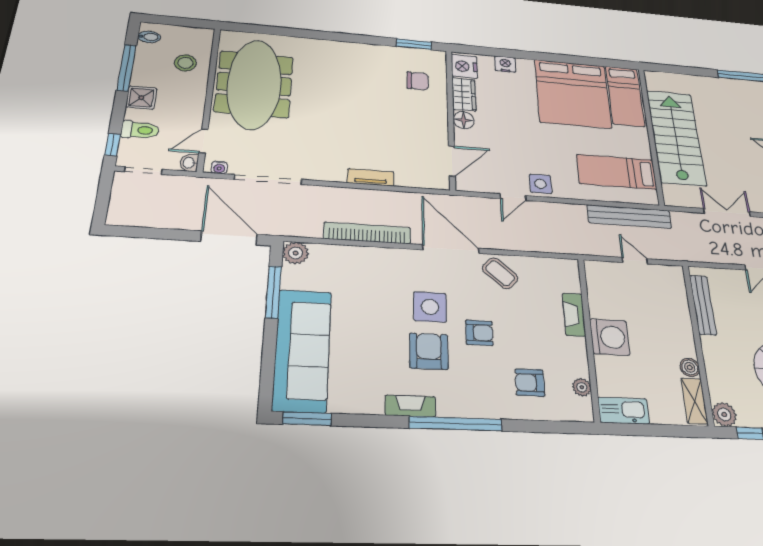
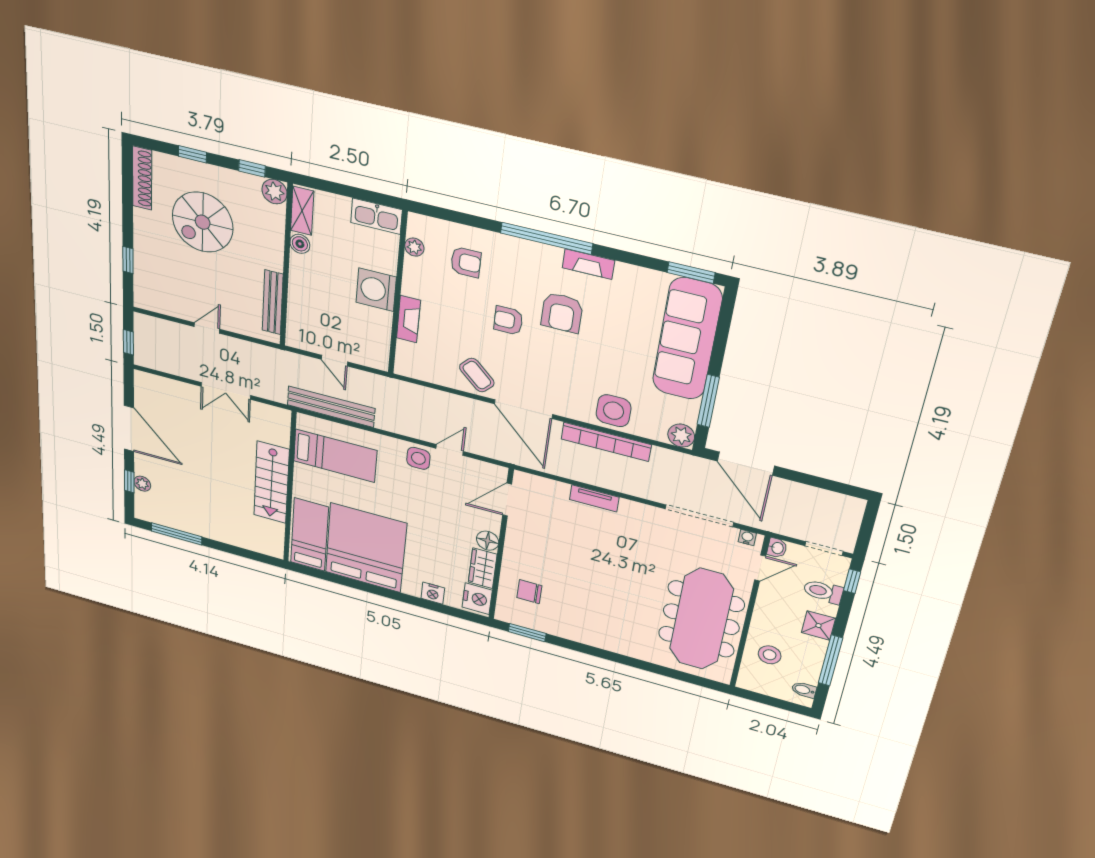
stairs: (676, 137) -> (271, 482), width x0.73, depth x0.66
side table: (430, 307) -> (614, 411), moved

